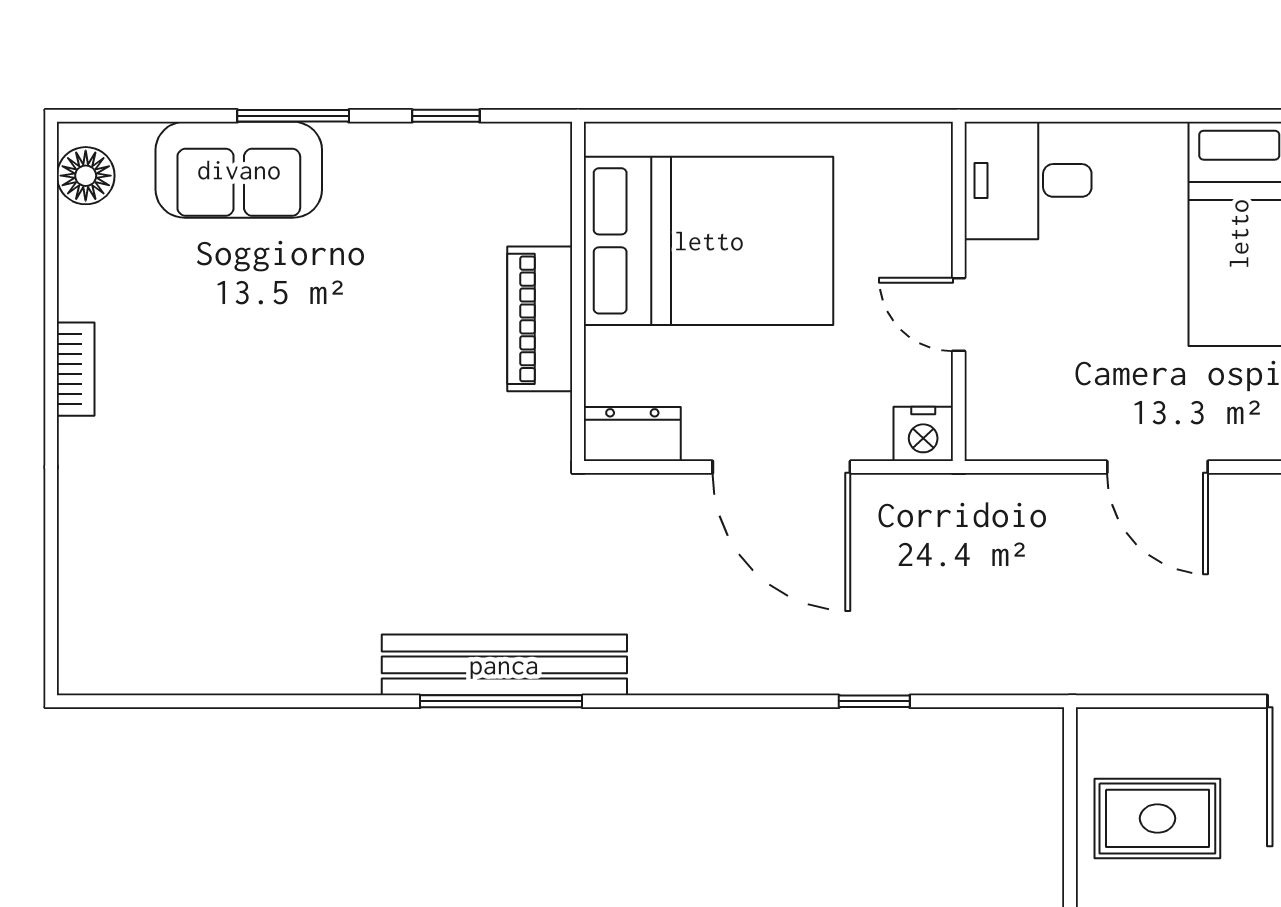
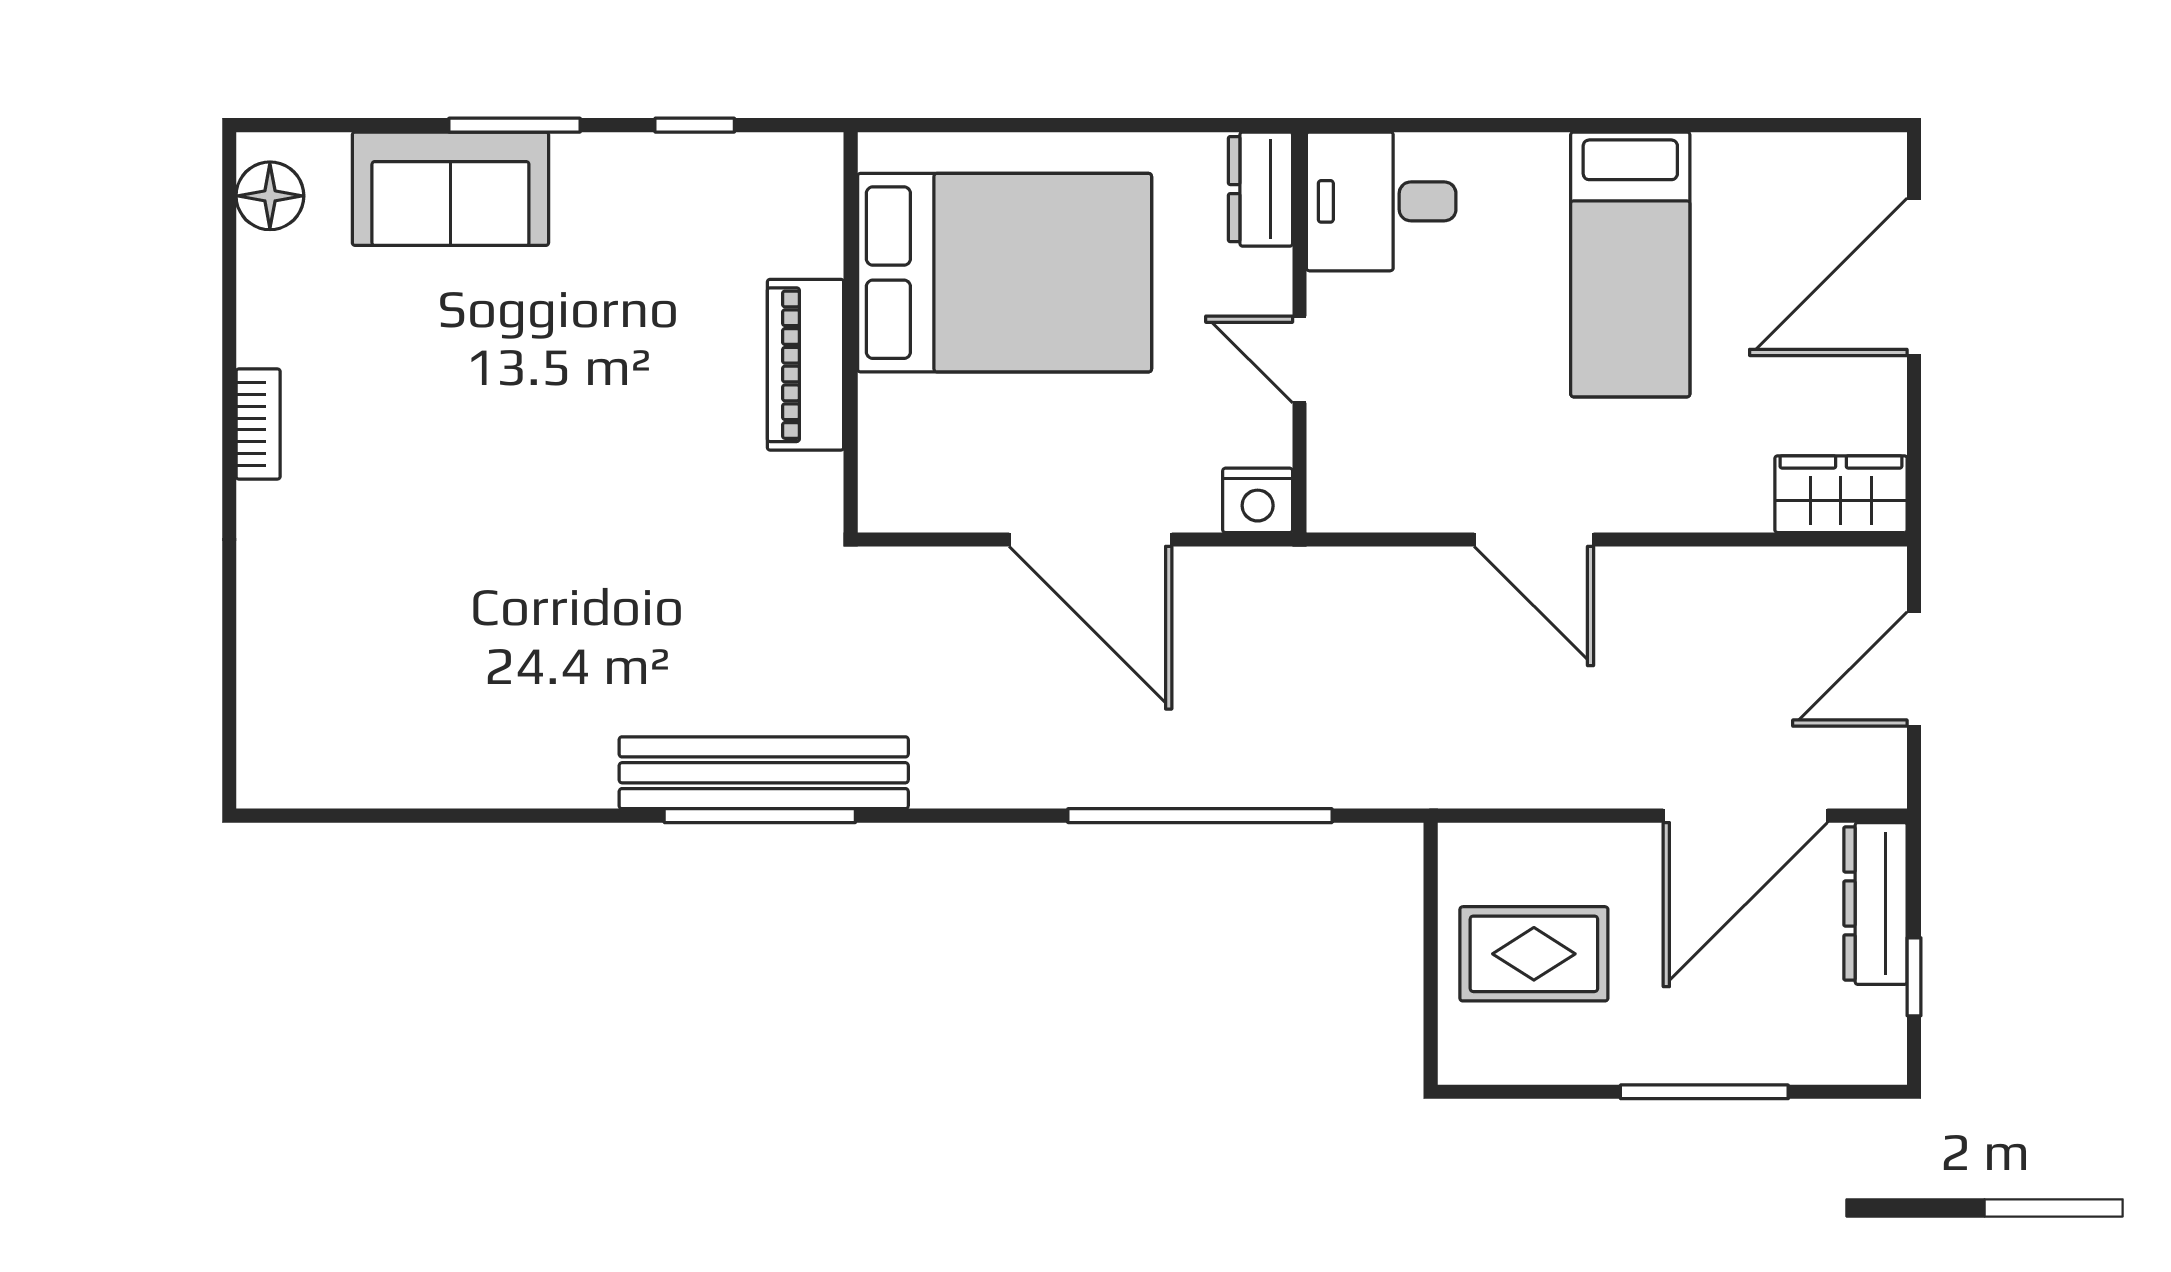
dresser: (632, 434) -> (1260, 189), moved, turned -90
window: (874, 701) -> (1200, 816), width x3.17

